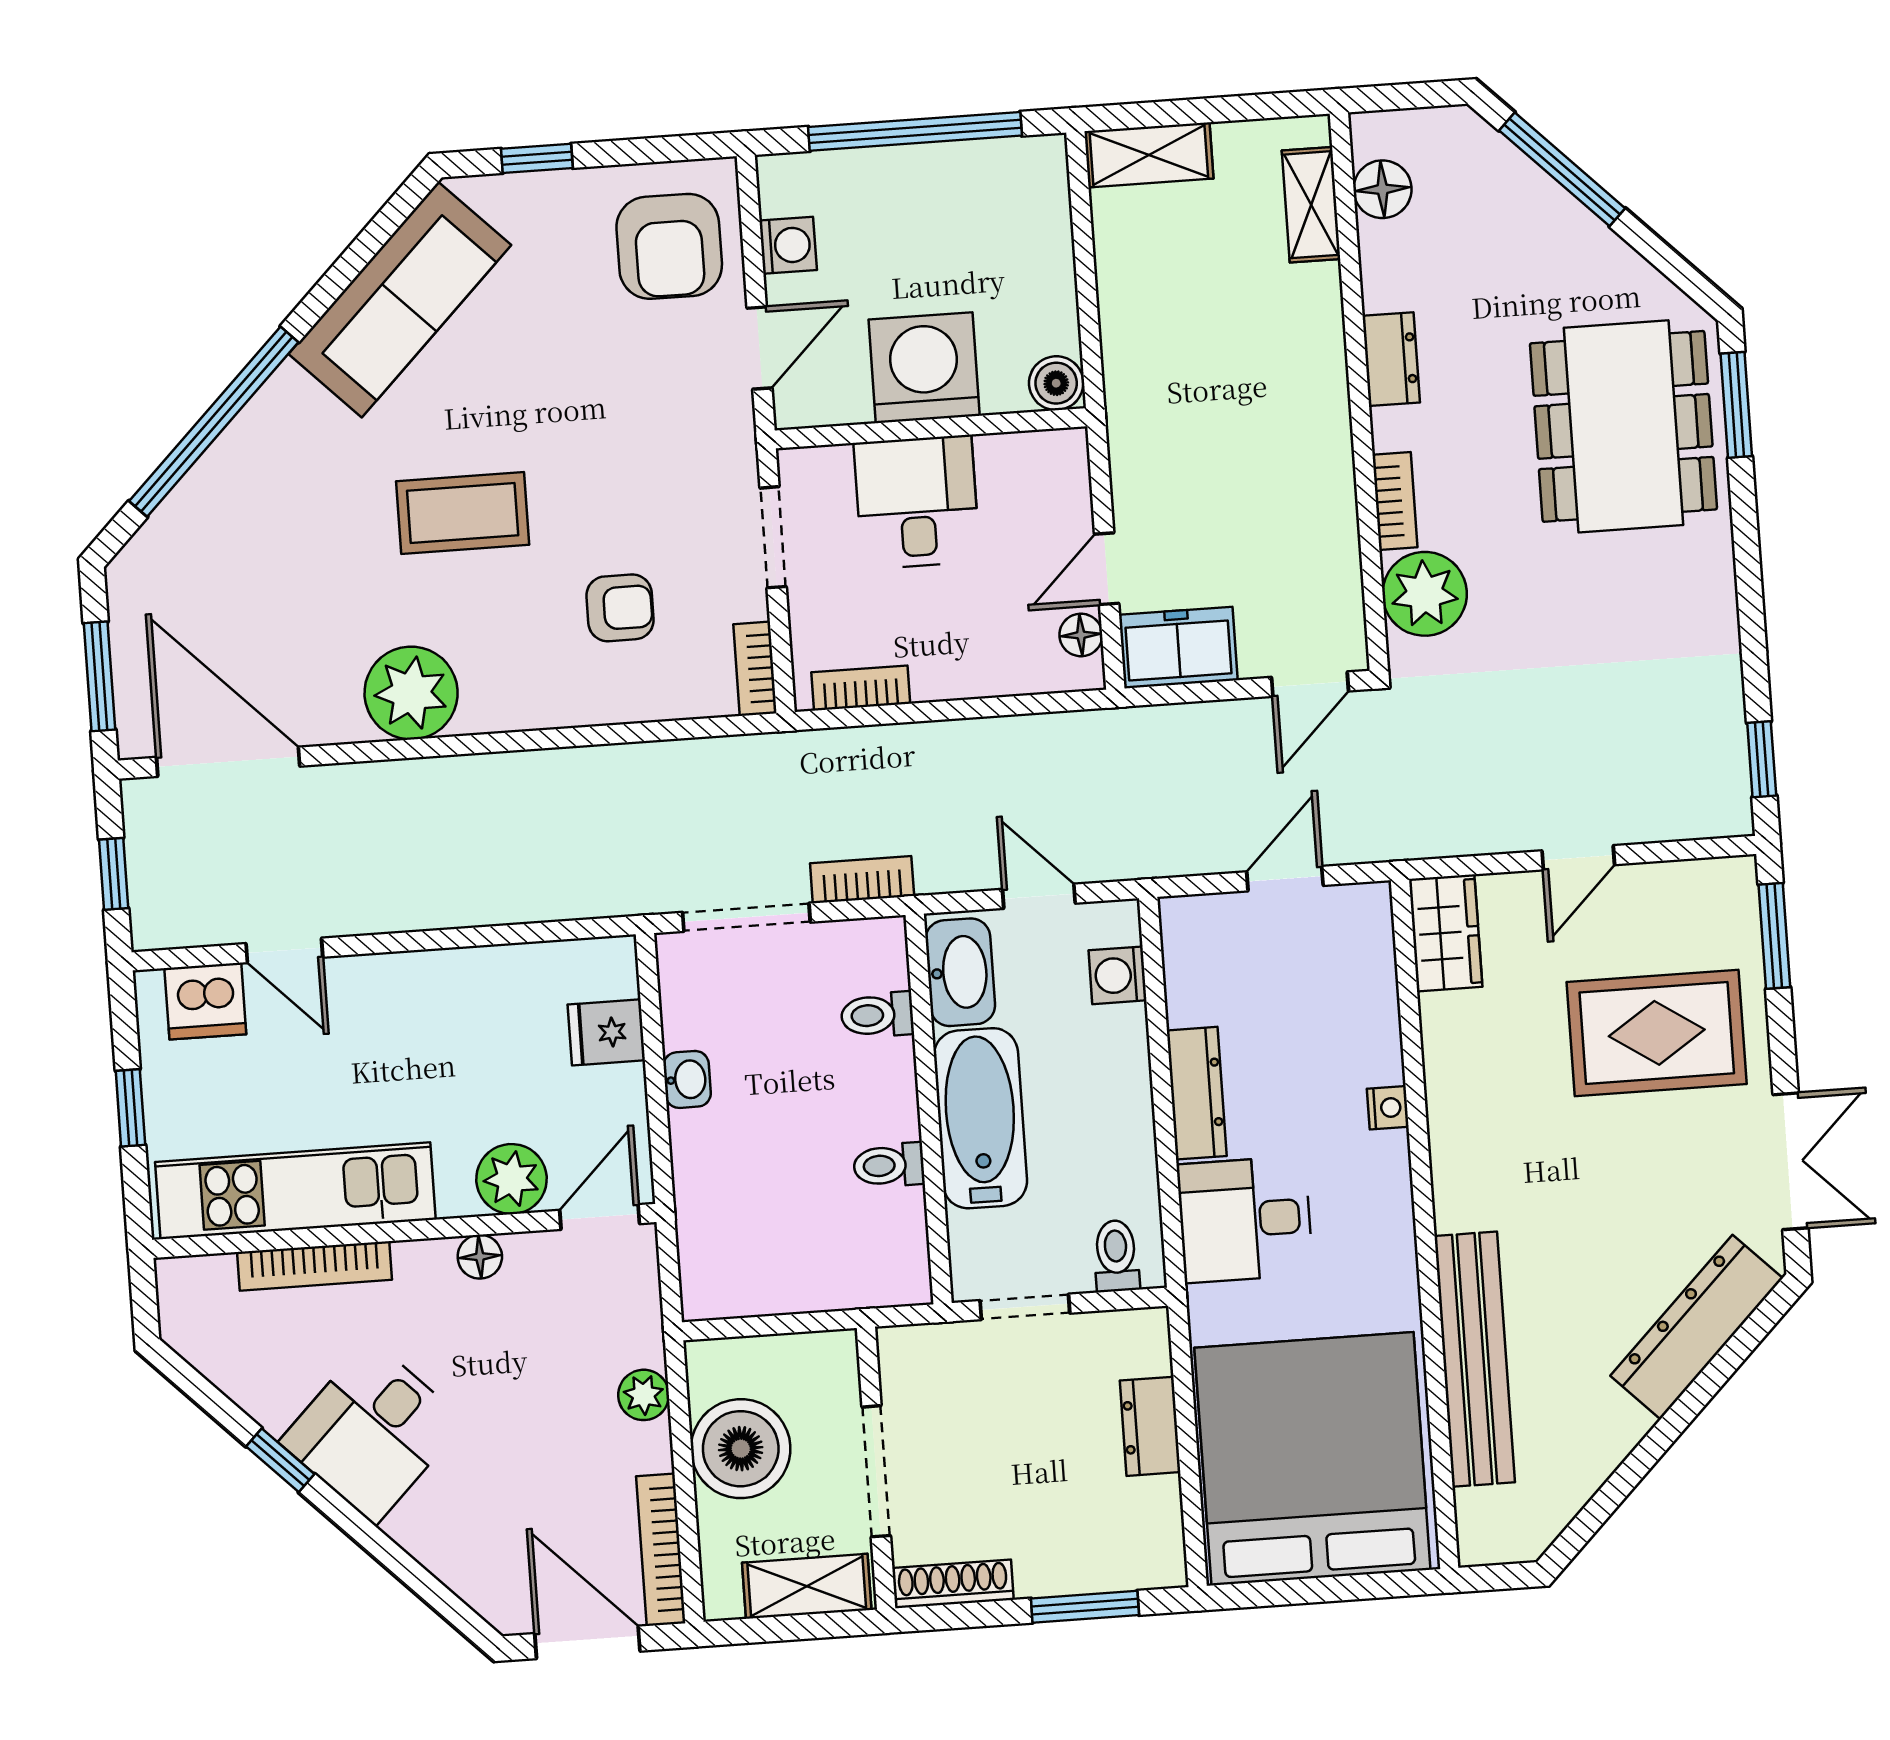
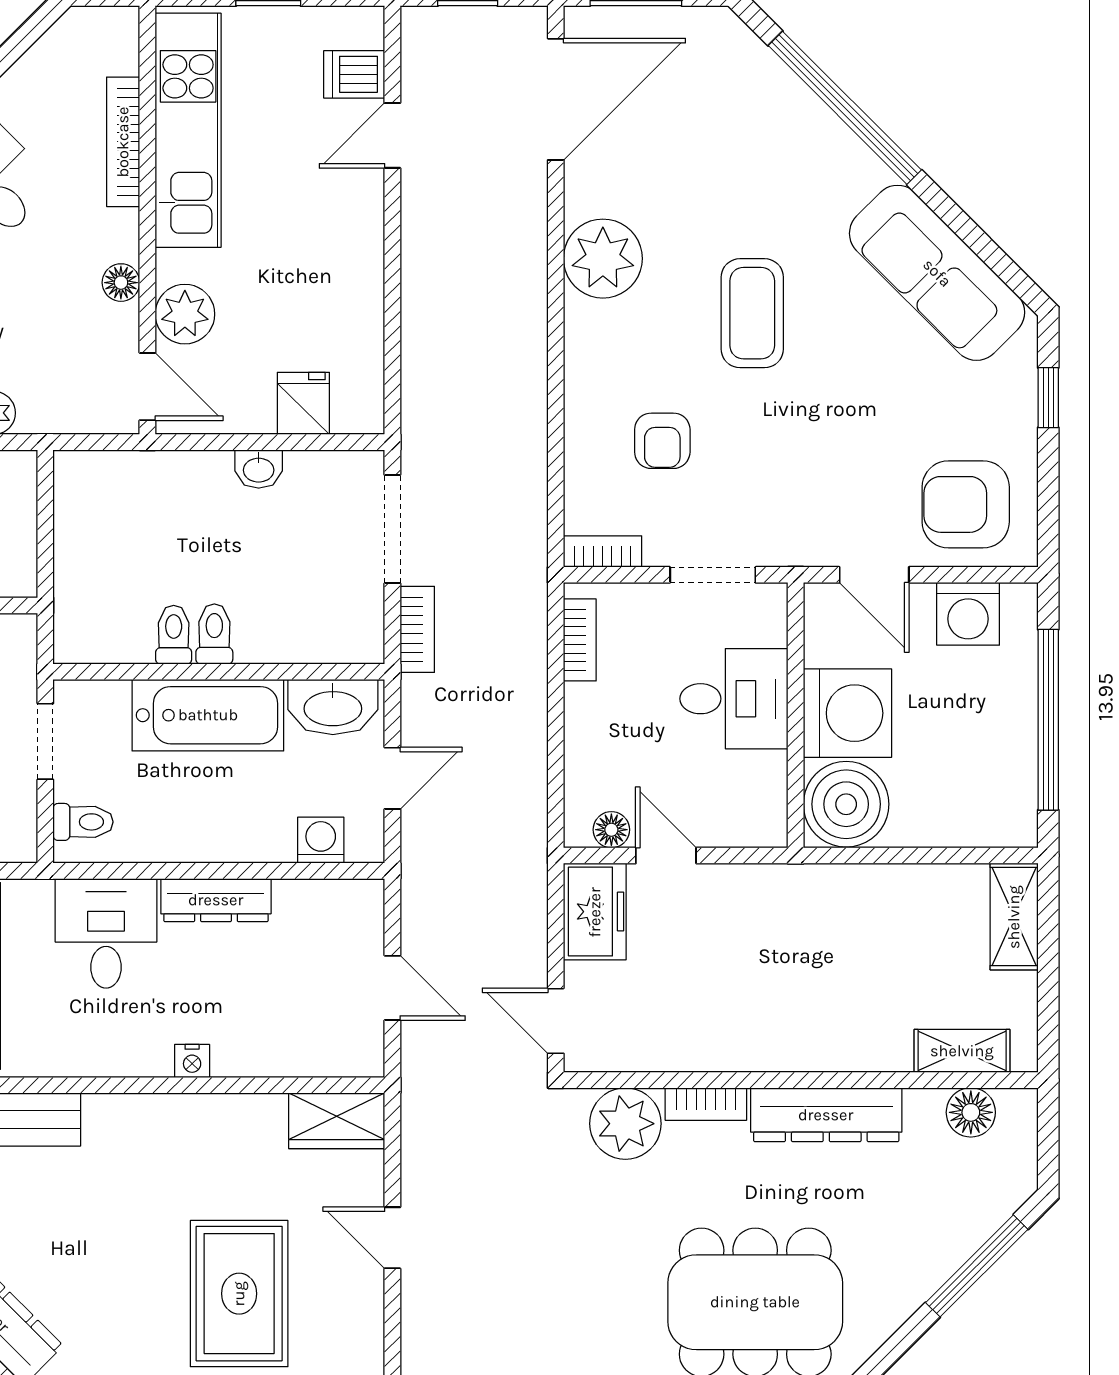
washing machine: (788, 245) -> (968, 614), width x1.38, depth x1.38
dresser: (1391, 359) -> (826, 1115), width x1.96, depth x1.24
boiler: (1056, 383) -> (846, 804), width x1.86, depth x1.86
dishwasher: (205, 1001) -> (354, 74), width x0.73
toilet: (877, 1015) -> (214, 634), moved

